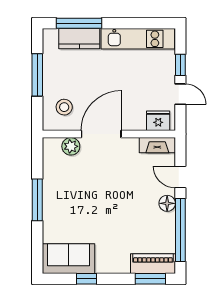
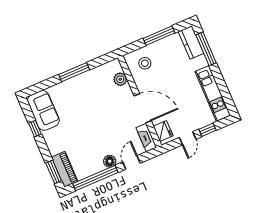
kitchen counter: (79, 39) -> (191, 43), moved
door: (101, 134) -> (143, 108), moved

